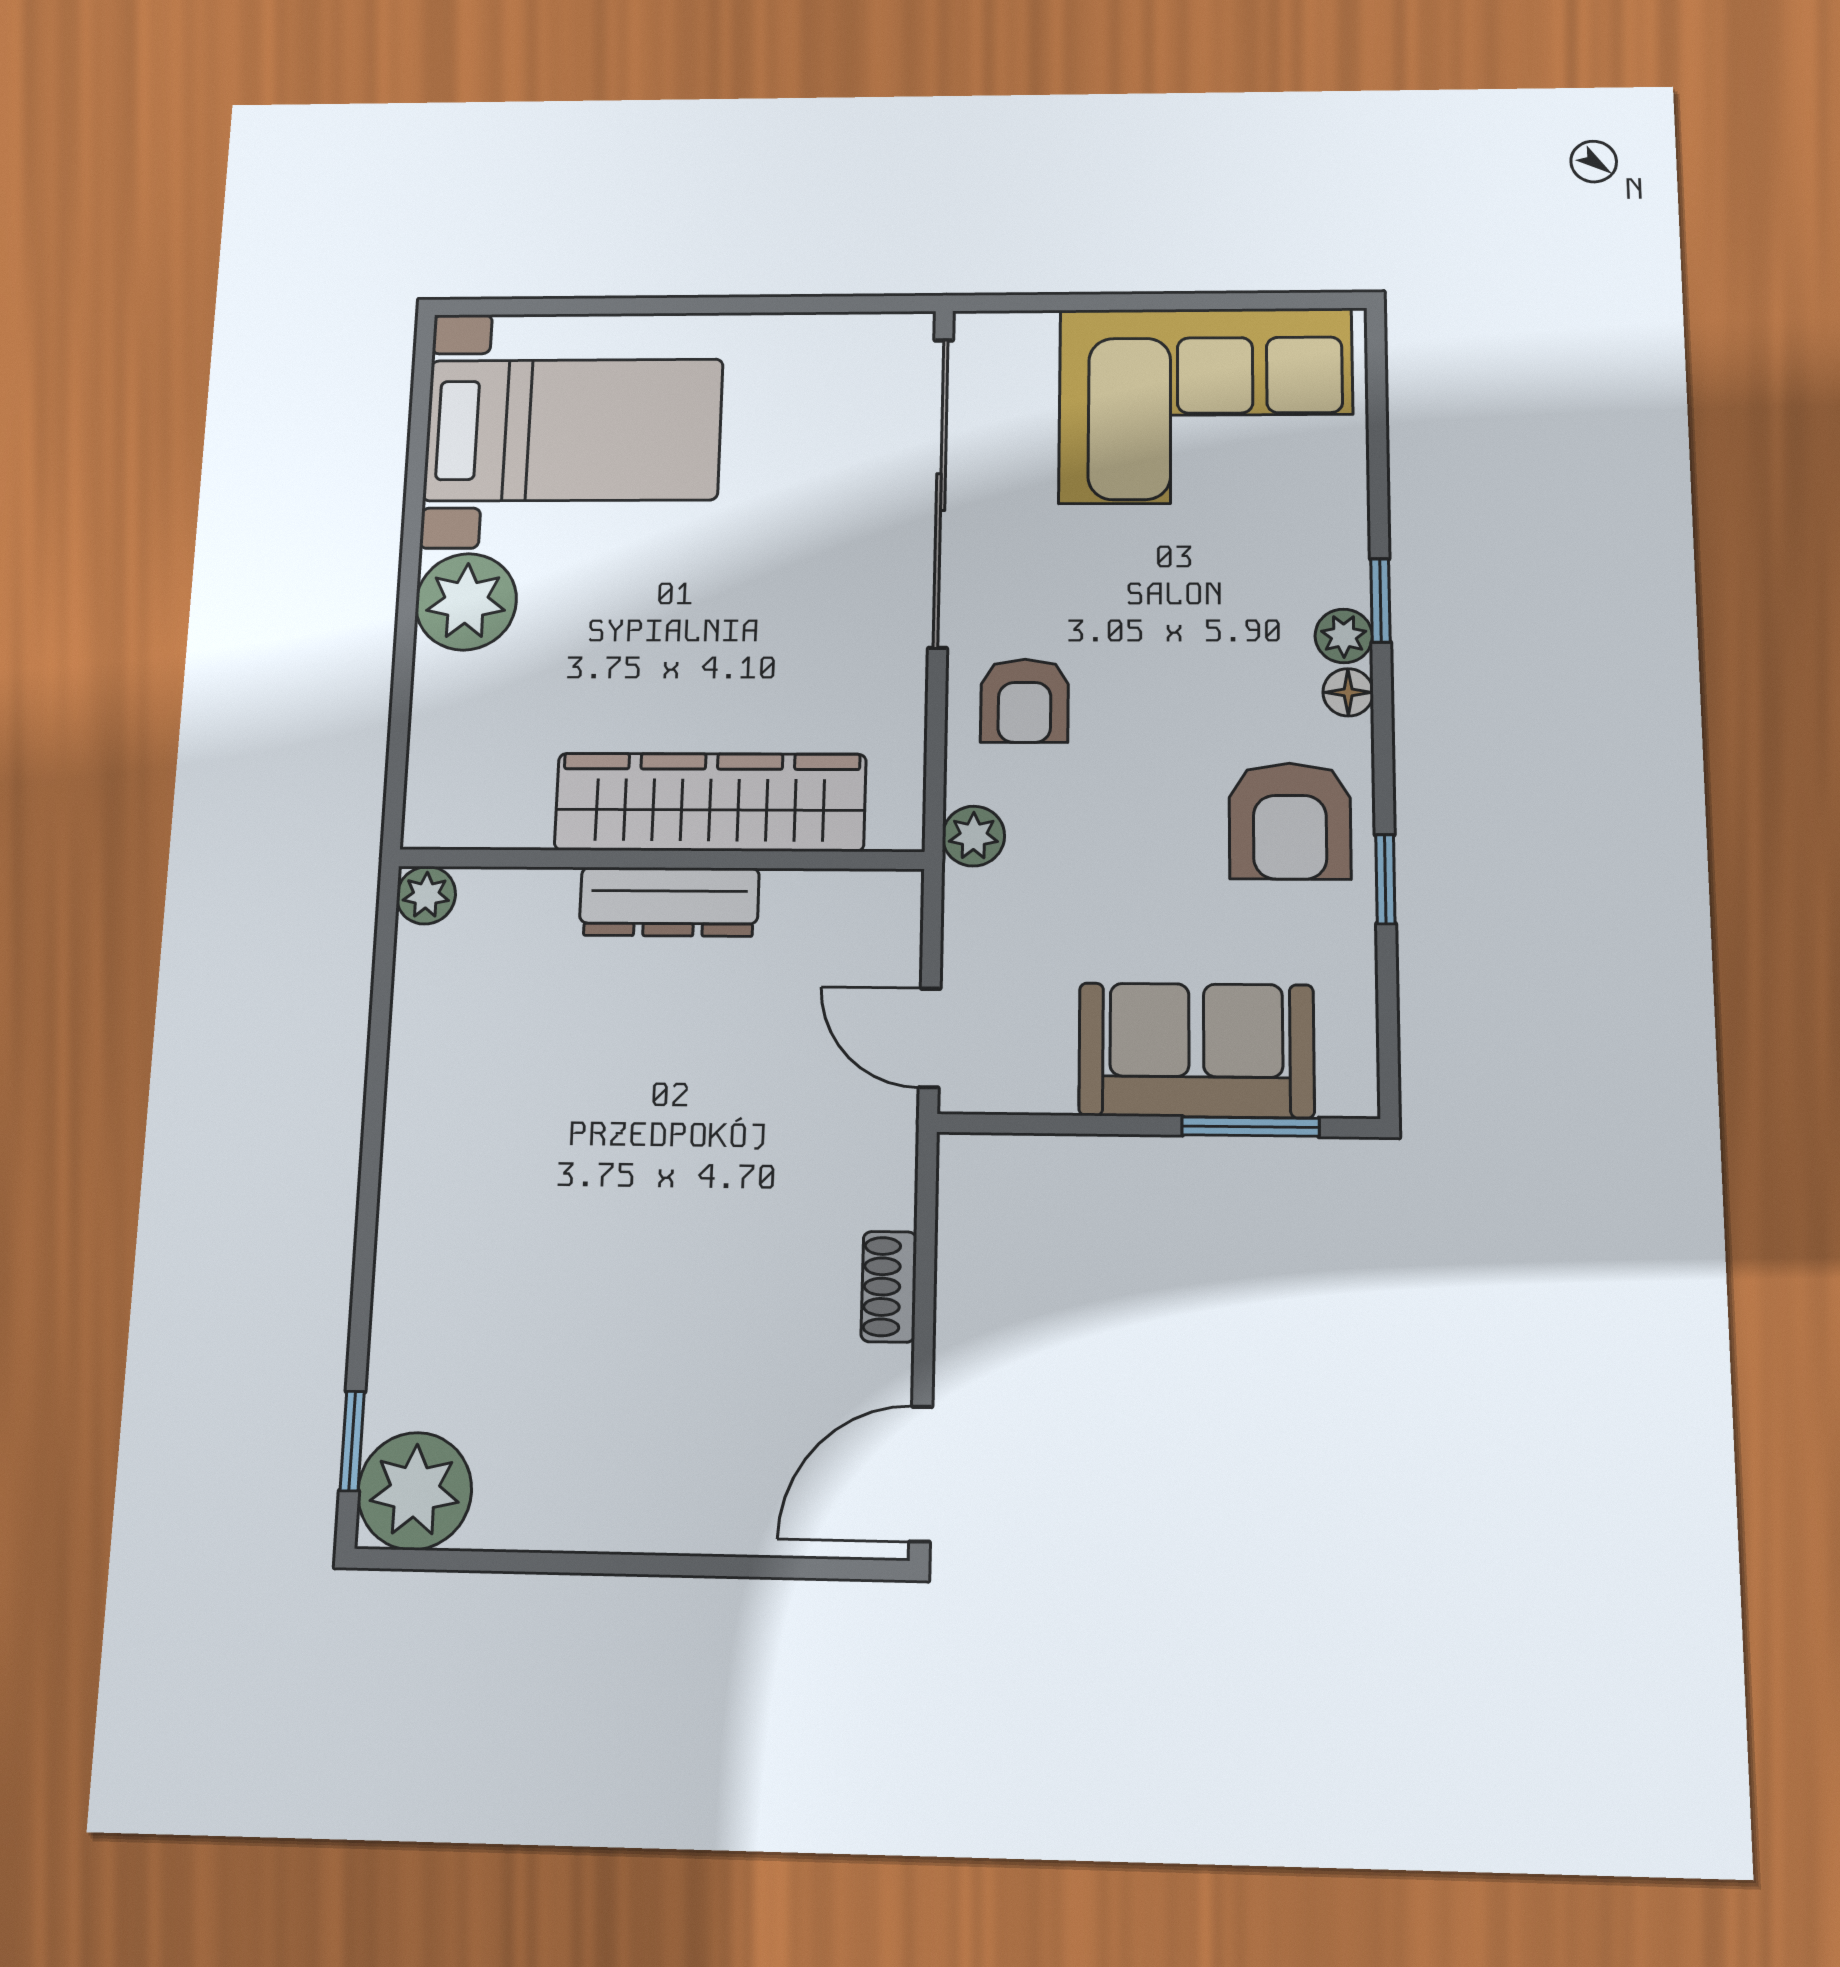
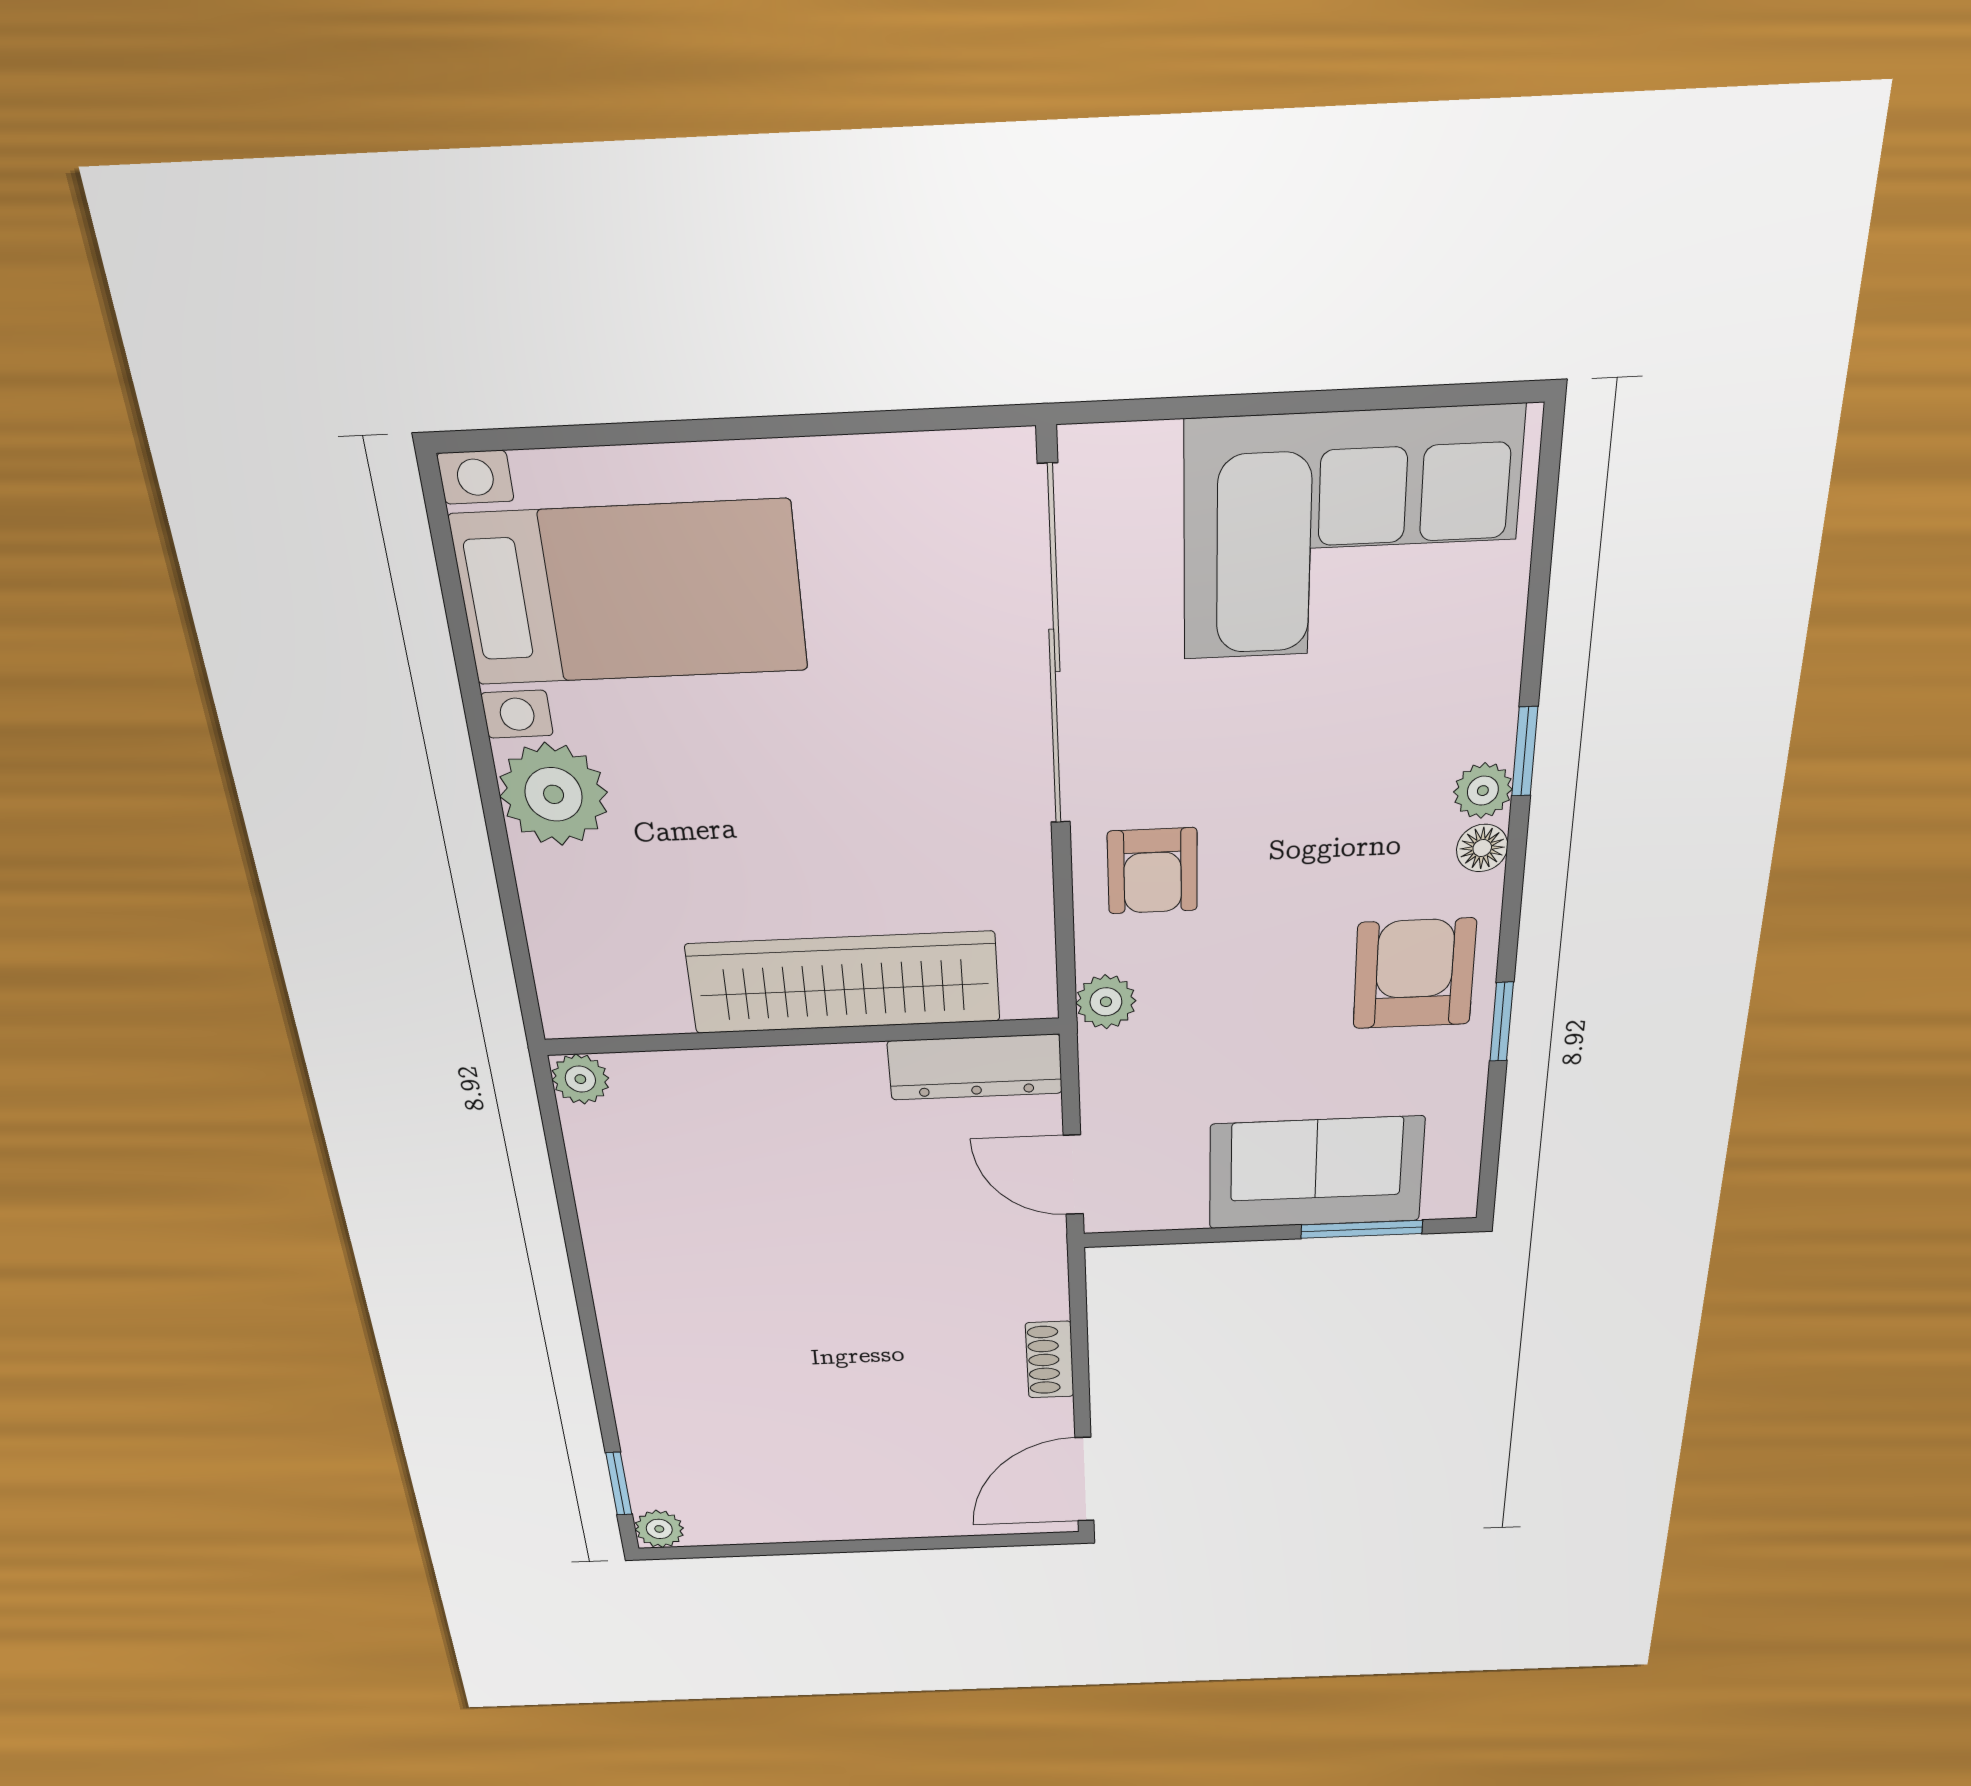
armchair: (1290, 821) -> (1414, 974), turned 180
dresser: (669, 902) -> (975, 1067), moved
plant: (415, 1491) -> (659, 1529), width x0.53, depth x0.53

